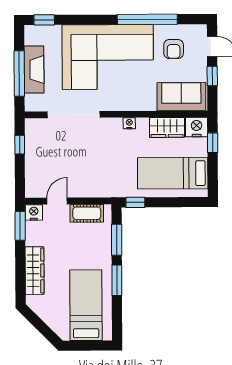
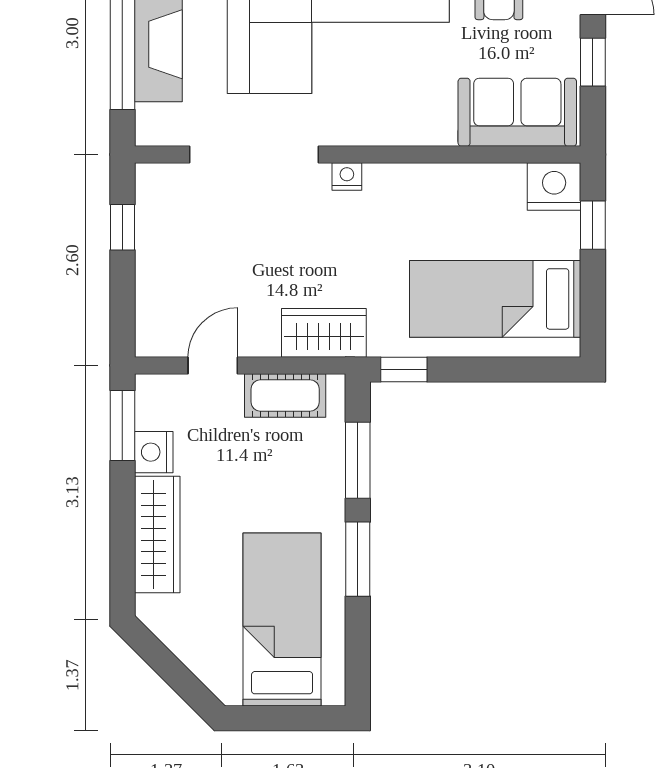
nightstand: (129, 123) -> (347, 176), moved
wardrobe: (167, 127) -> (324, 333), moved, turned 180
nightstand: (34, 212) -> (154, 452), moved, turned -90

